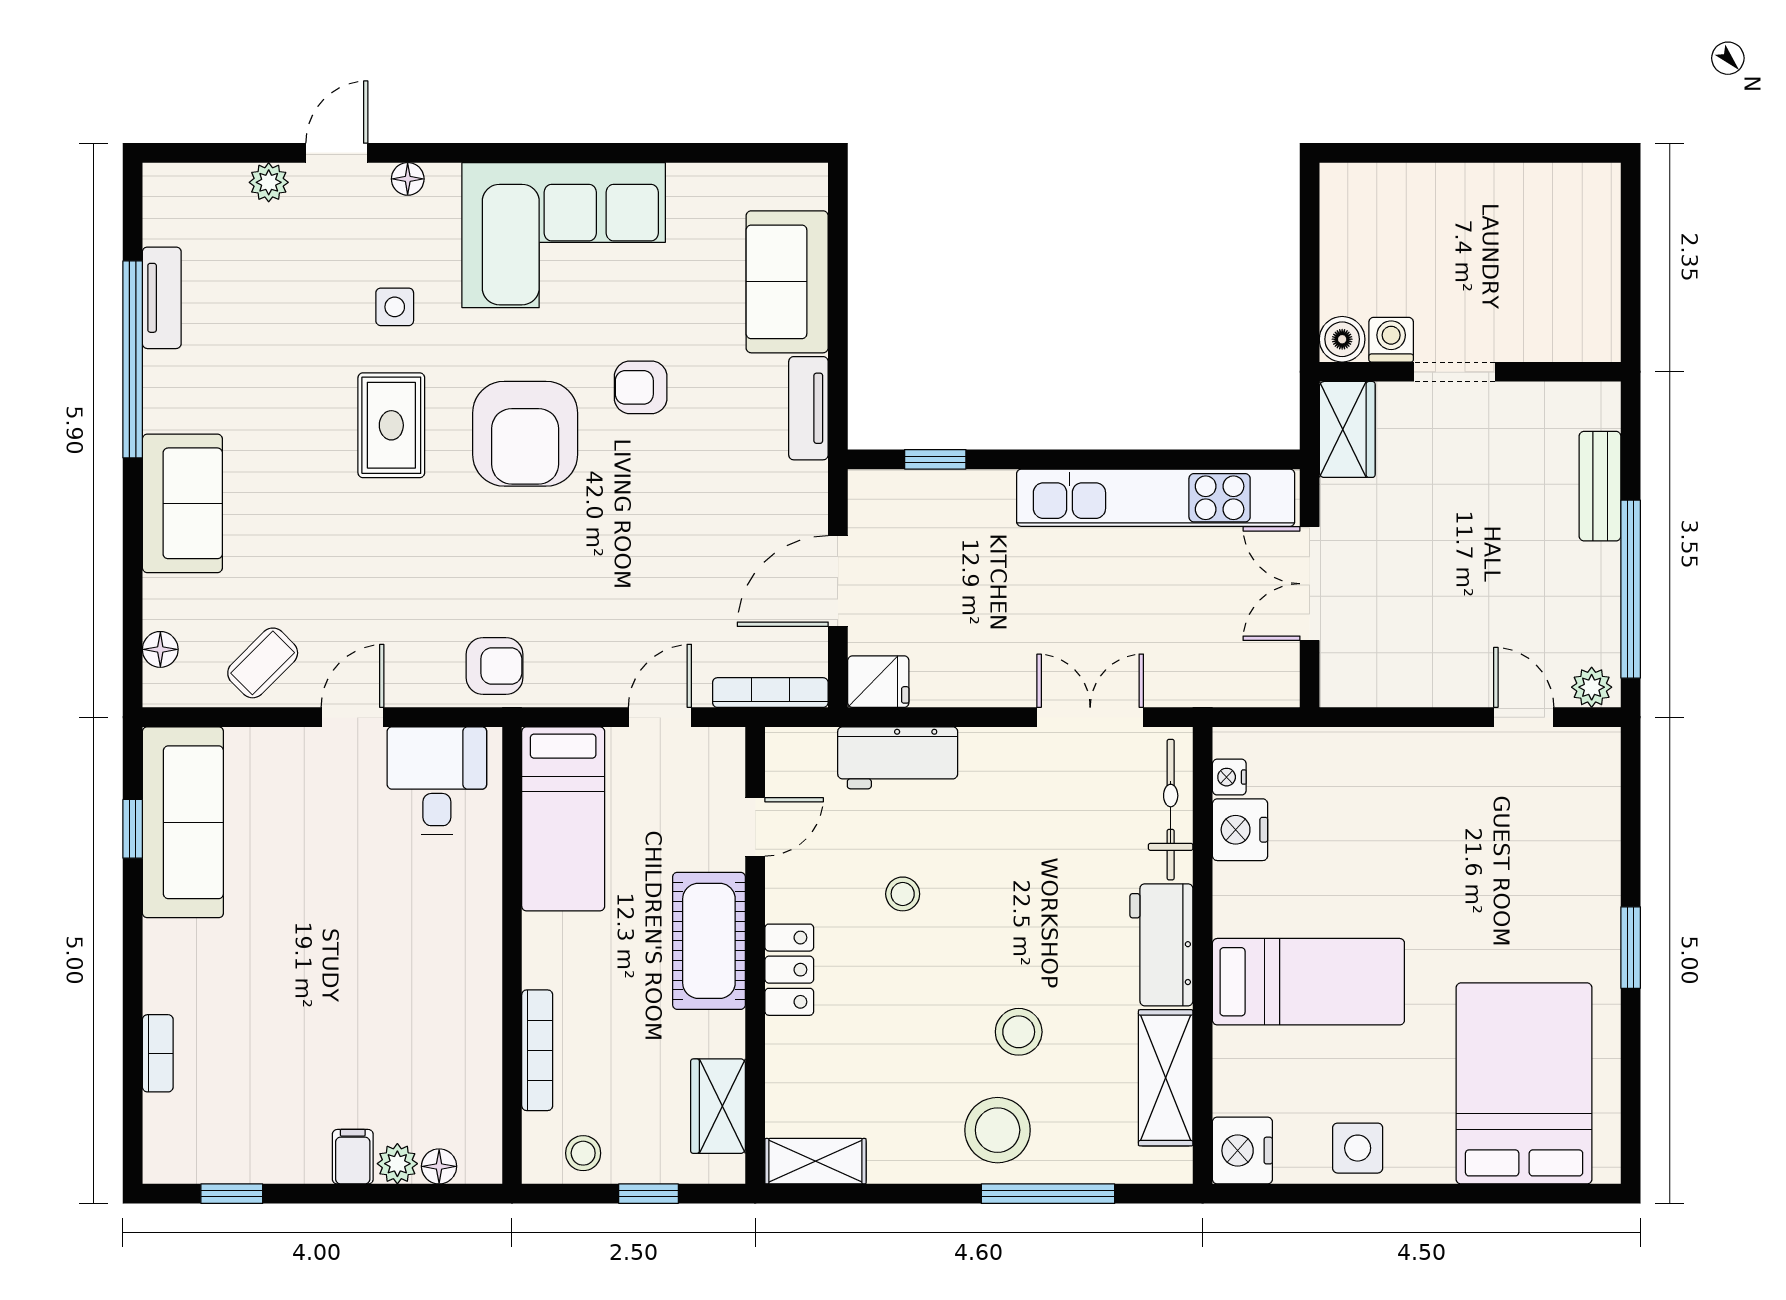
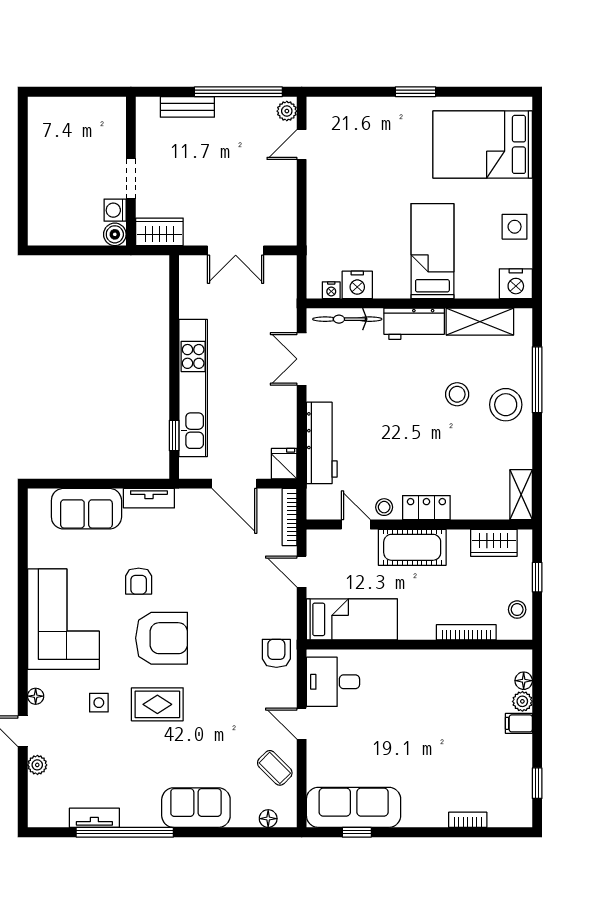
kitchen unit: (1156, 498) -> (193, 388), moved
workbench: (898, 758) -> (322, 443), width x1.38
stool: (903, 894) -> (384, 507), moved

